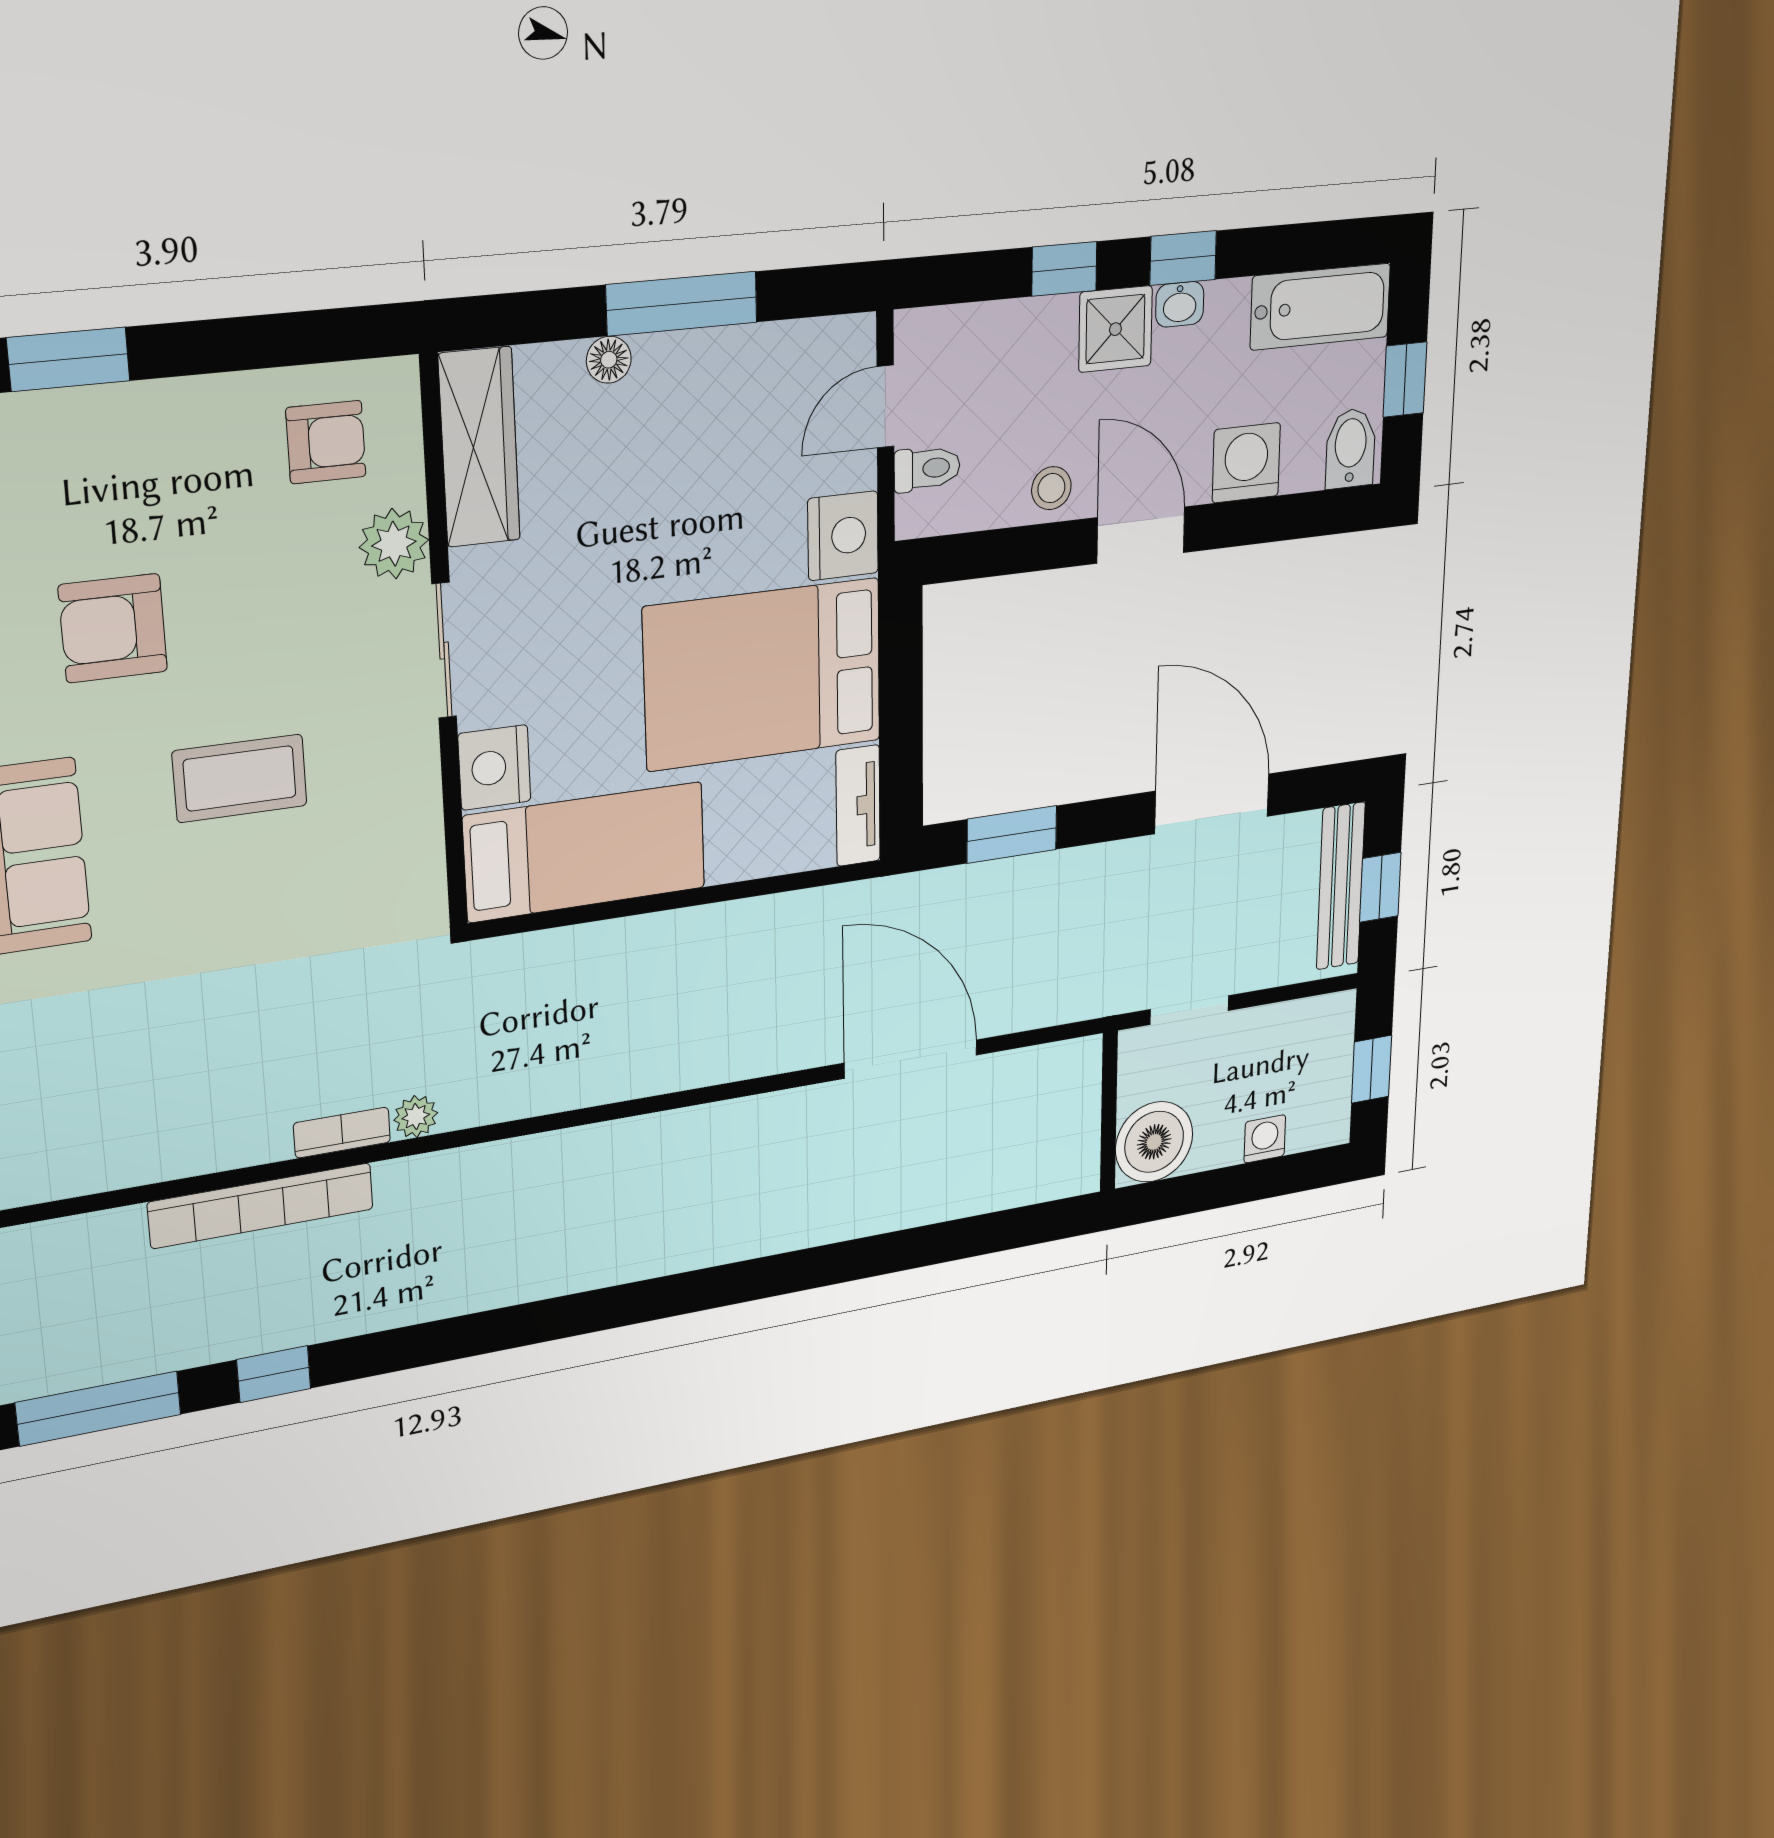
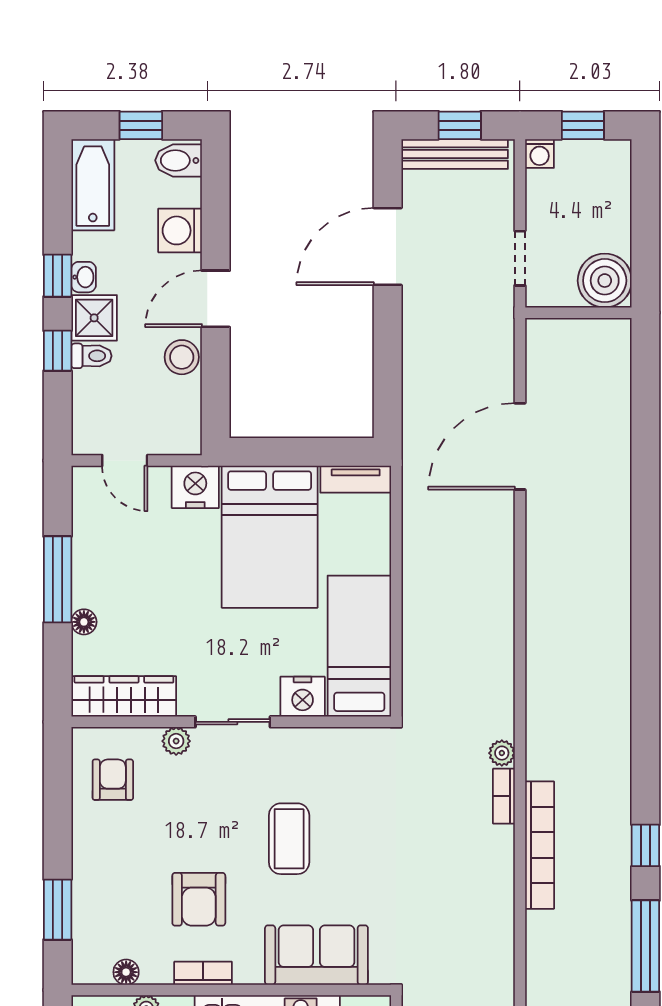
toilet: (927, 469) -> (91, 356), moved, turned 90
stool: (1051, 488) -> (182, 357), width x1.37, depth x1.37
plant: (394, 544) -> (176, 741), width x0.73, depth x0.73
window: (1012, 834) -> (388, 381), removed
washing machine: (1265, 1139) -> (540, 153), moved, turned -90

